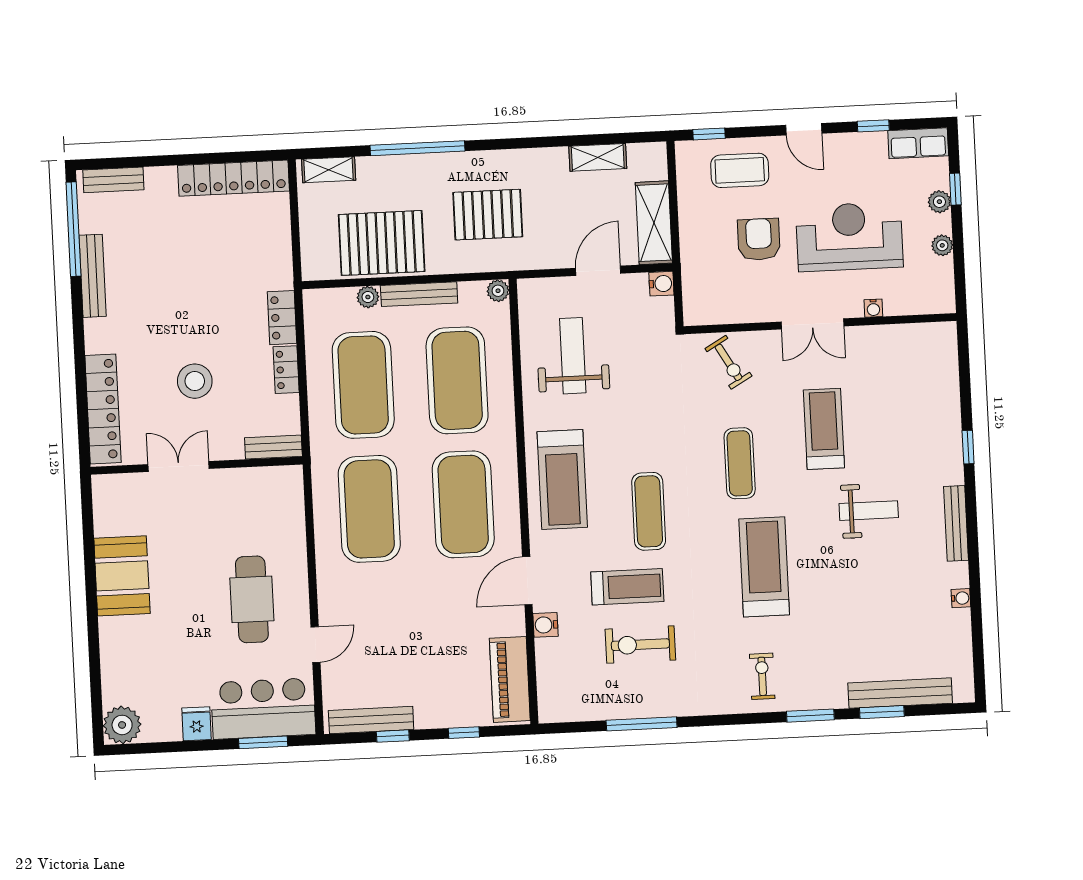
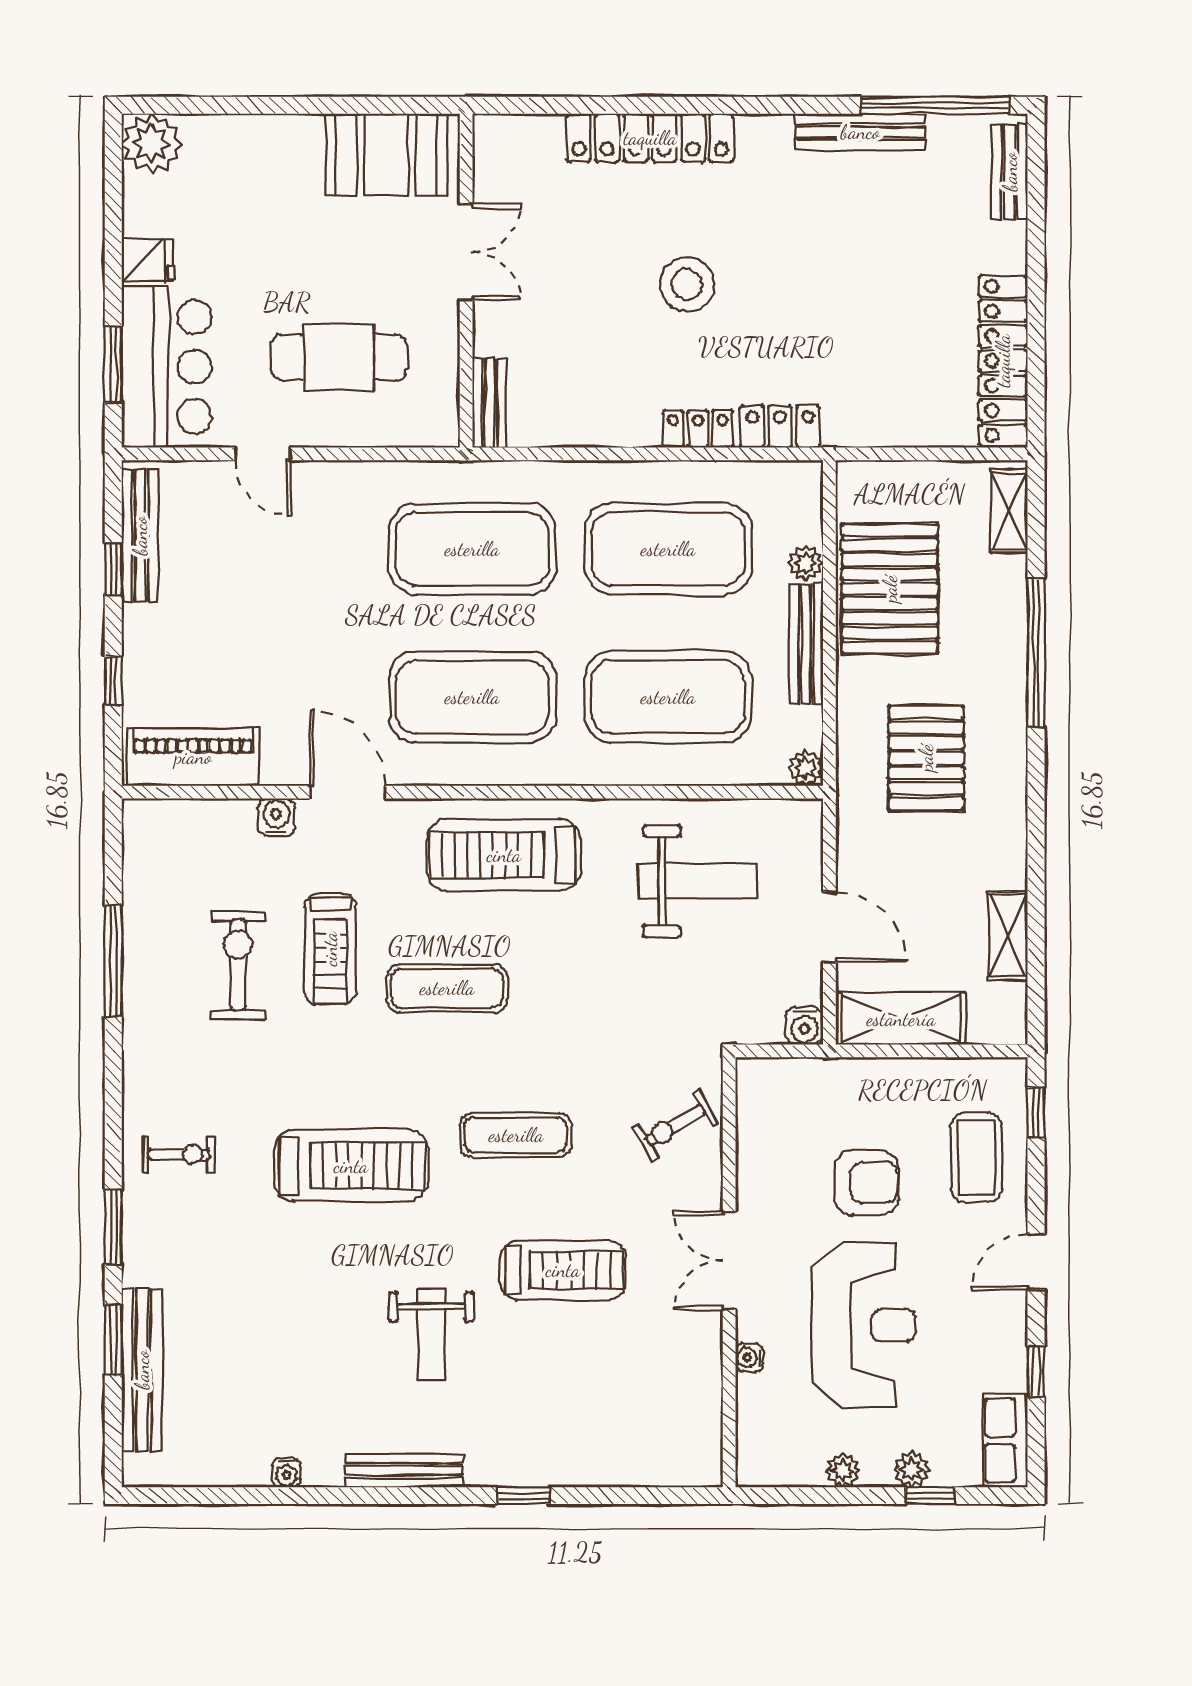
bench: (273, 447) -> (489, 403), moved
double door: (179, 466) -> (466, 252), moved
wall: (197, 466) -> (466, 281), moved

